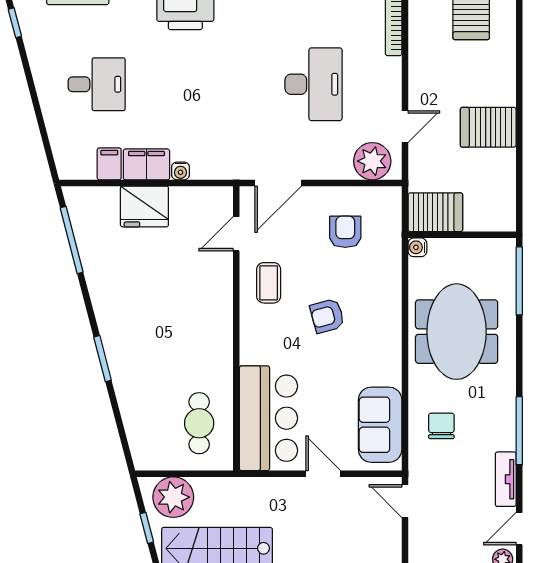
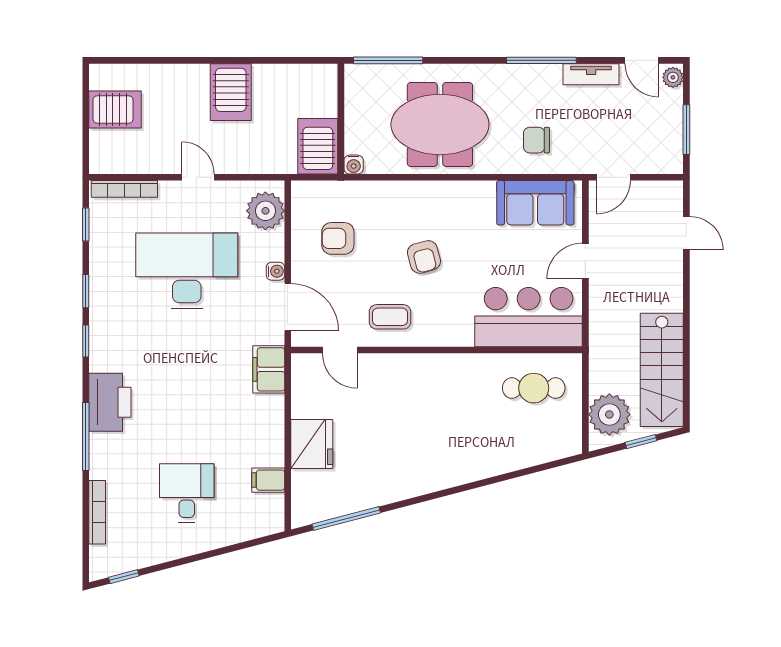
desk: (314, 84) -> (187, 271), width x1.36, depth x1.30
door: (405, 127) -> (198, 177), moved
filing cabinet: (146, 164) -> (269, 369), moved
water cooler: (181, 171) -> (275, 271), moved
window: (103, 359) -> (468, 487), removed

